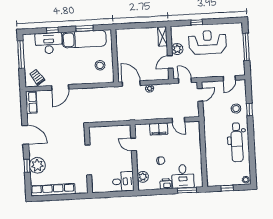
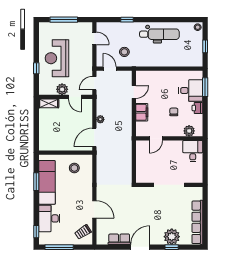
window: (52, 30) -> (36, 232), moved
row of seats: (31, 102) -> (119, 239), moved
stool: (236, 109) -> (124, 52), moved

